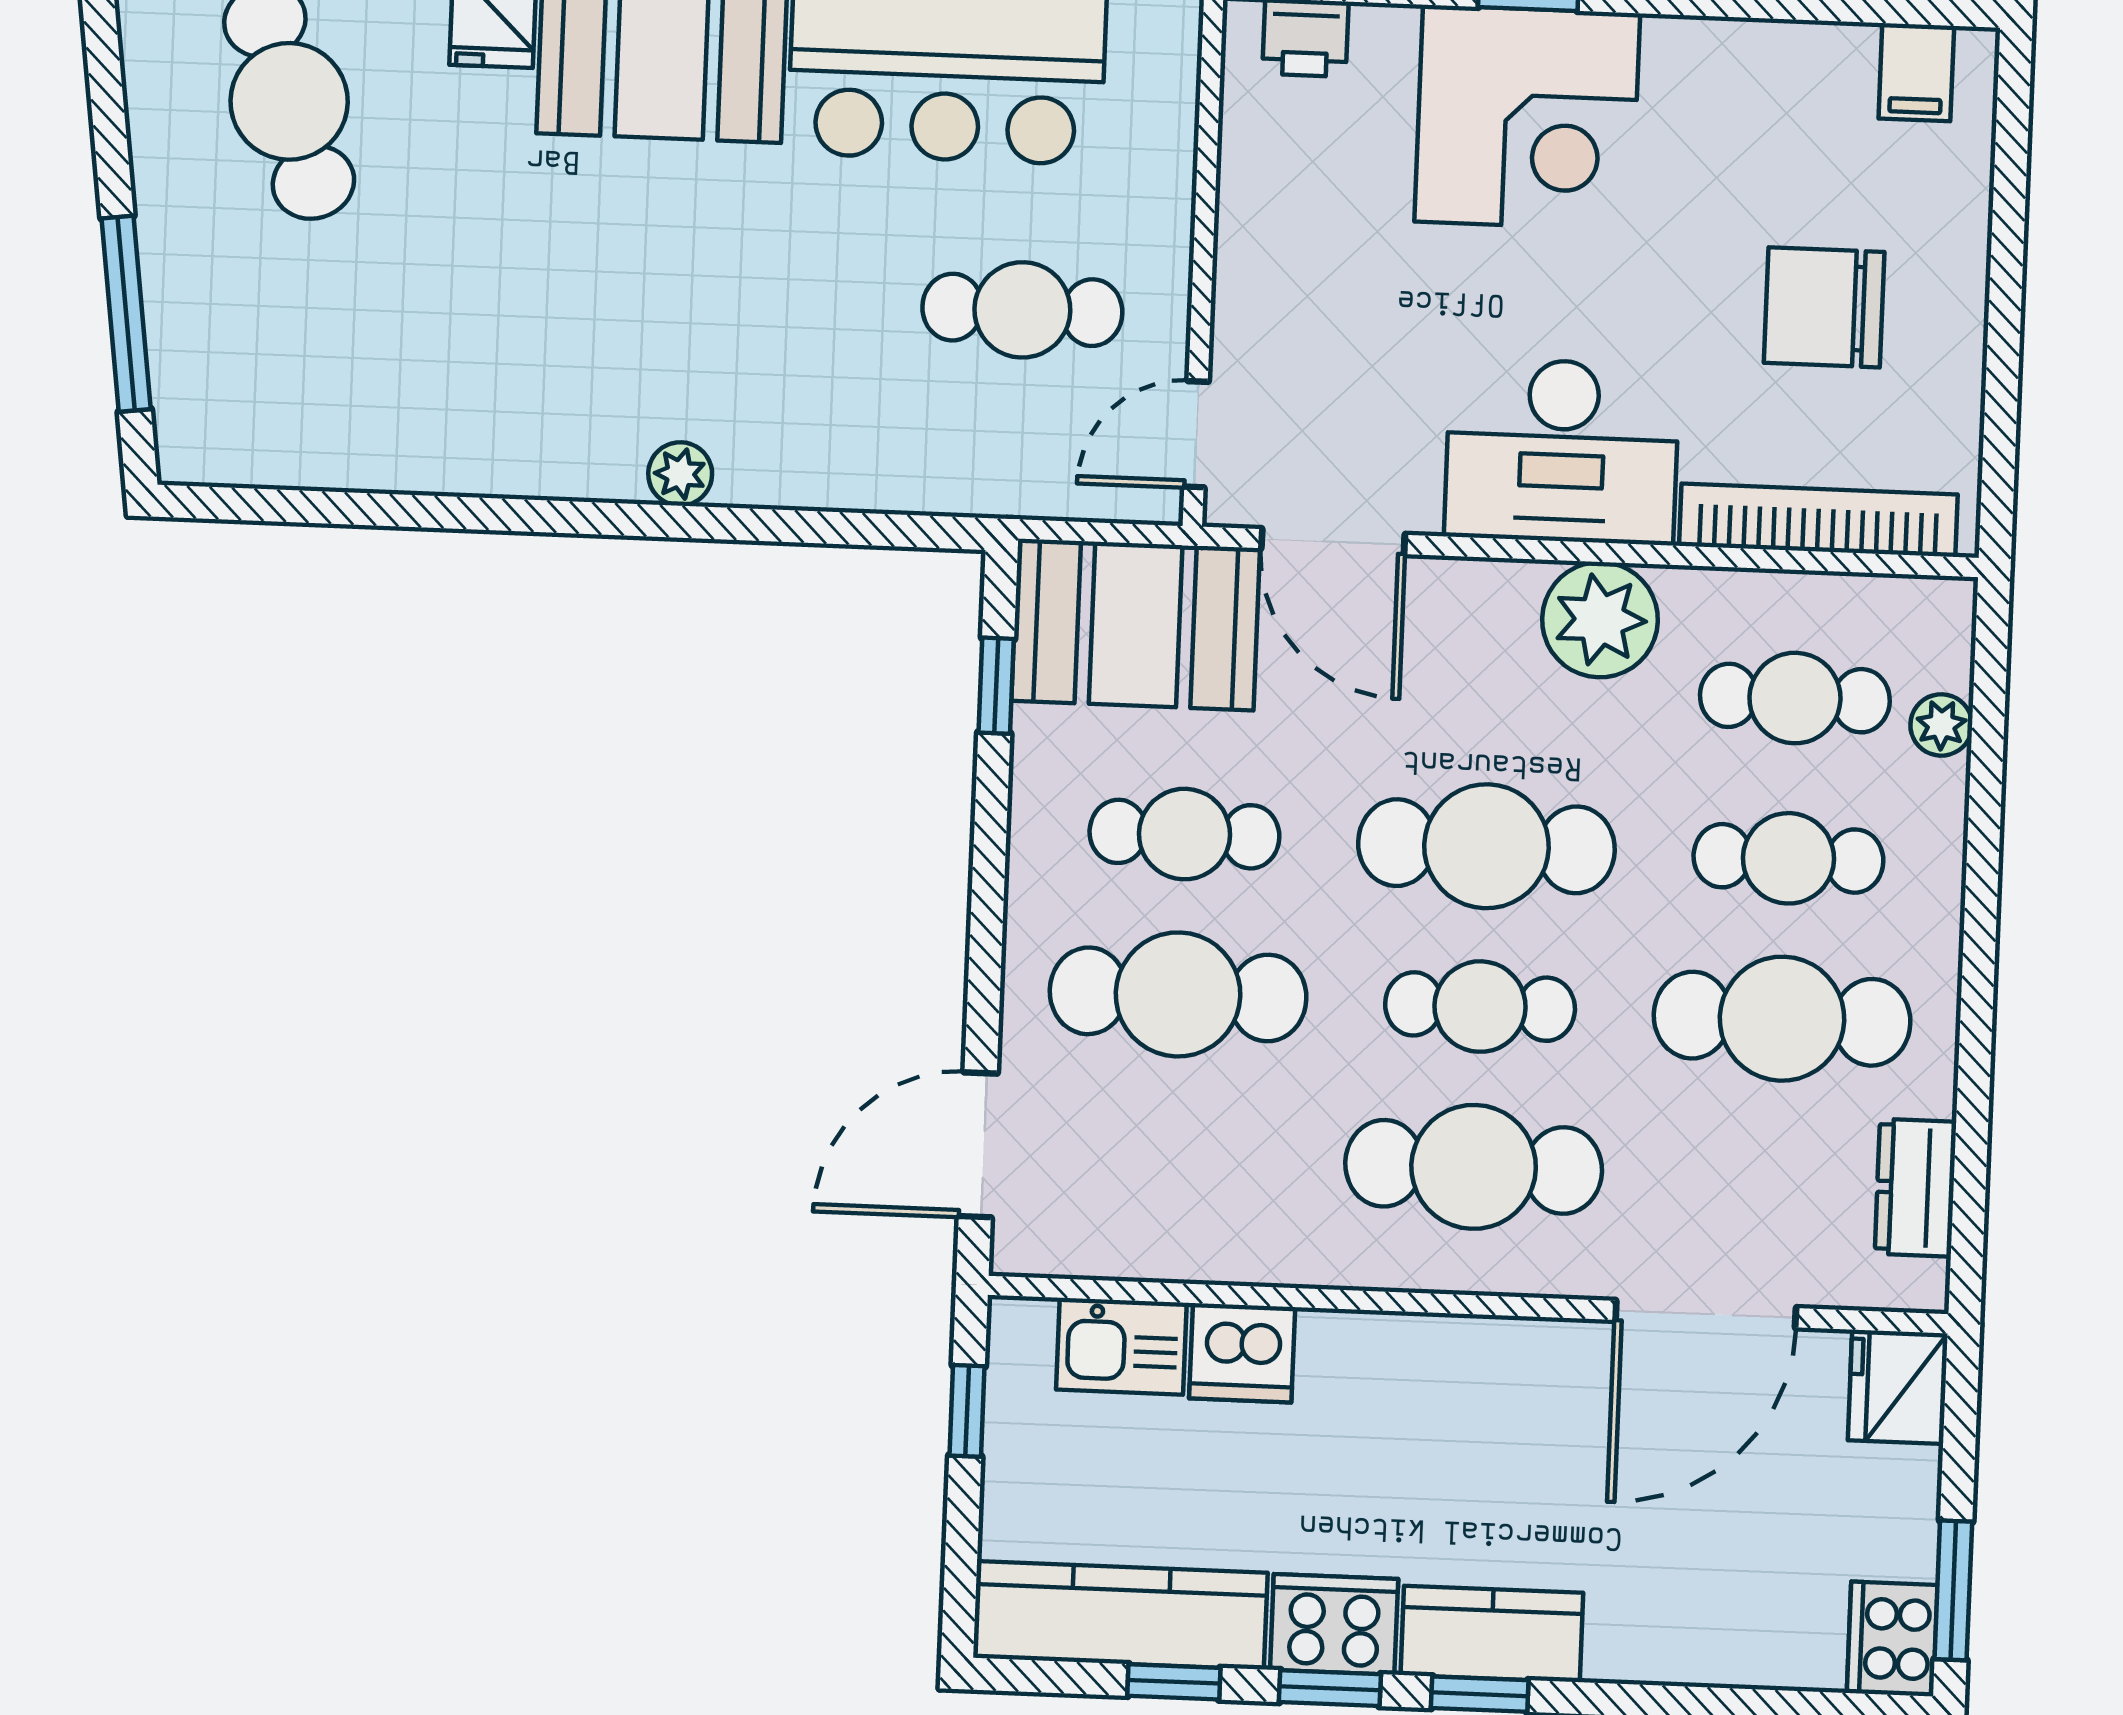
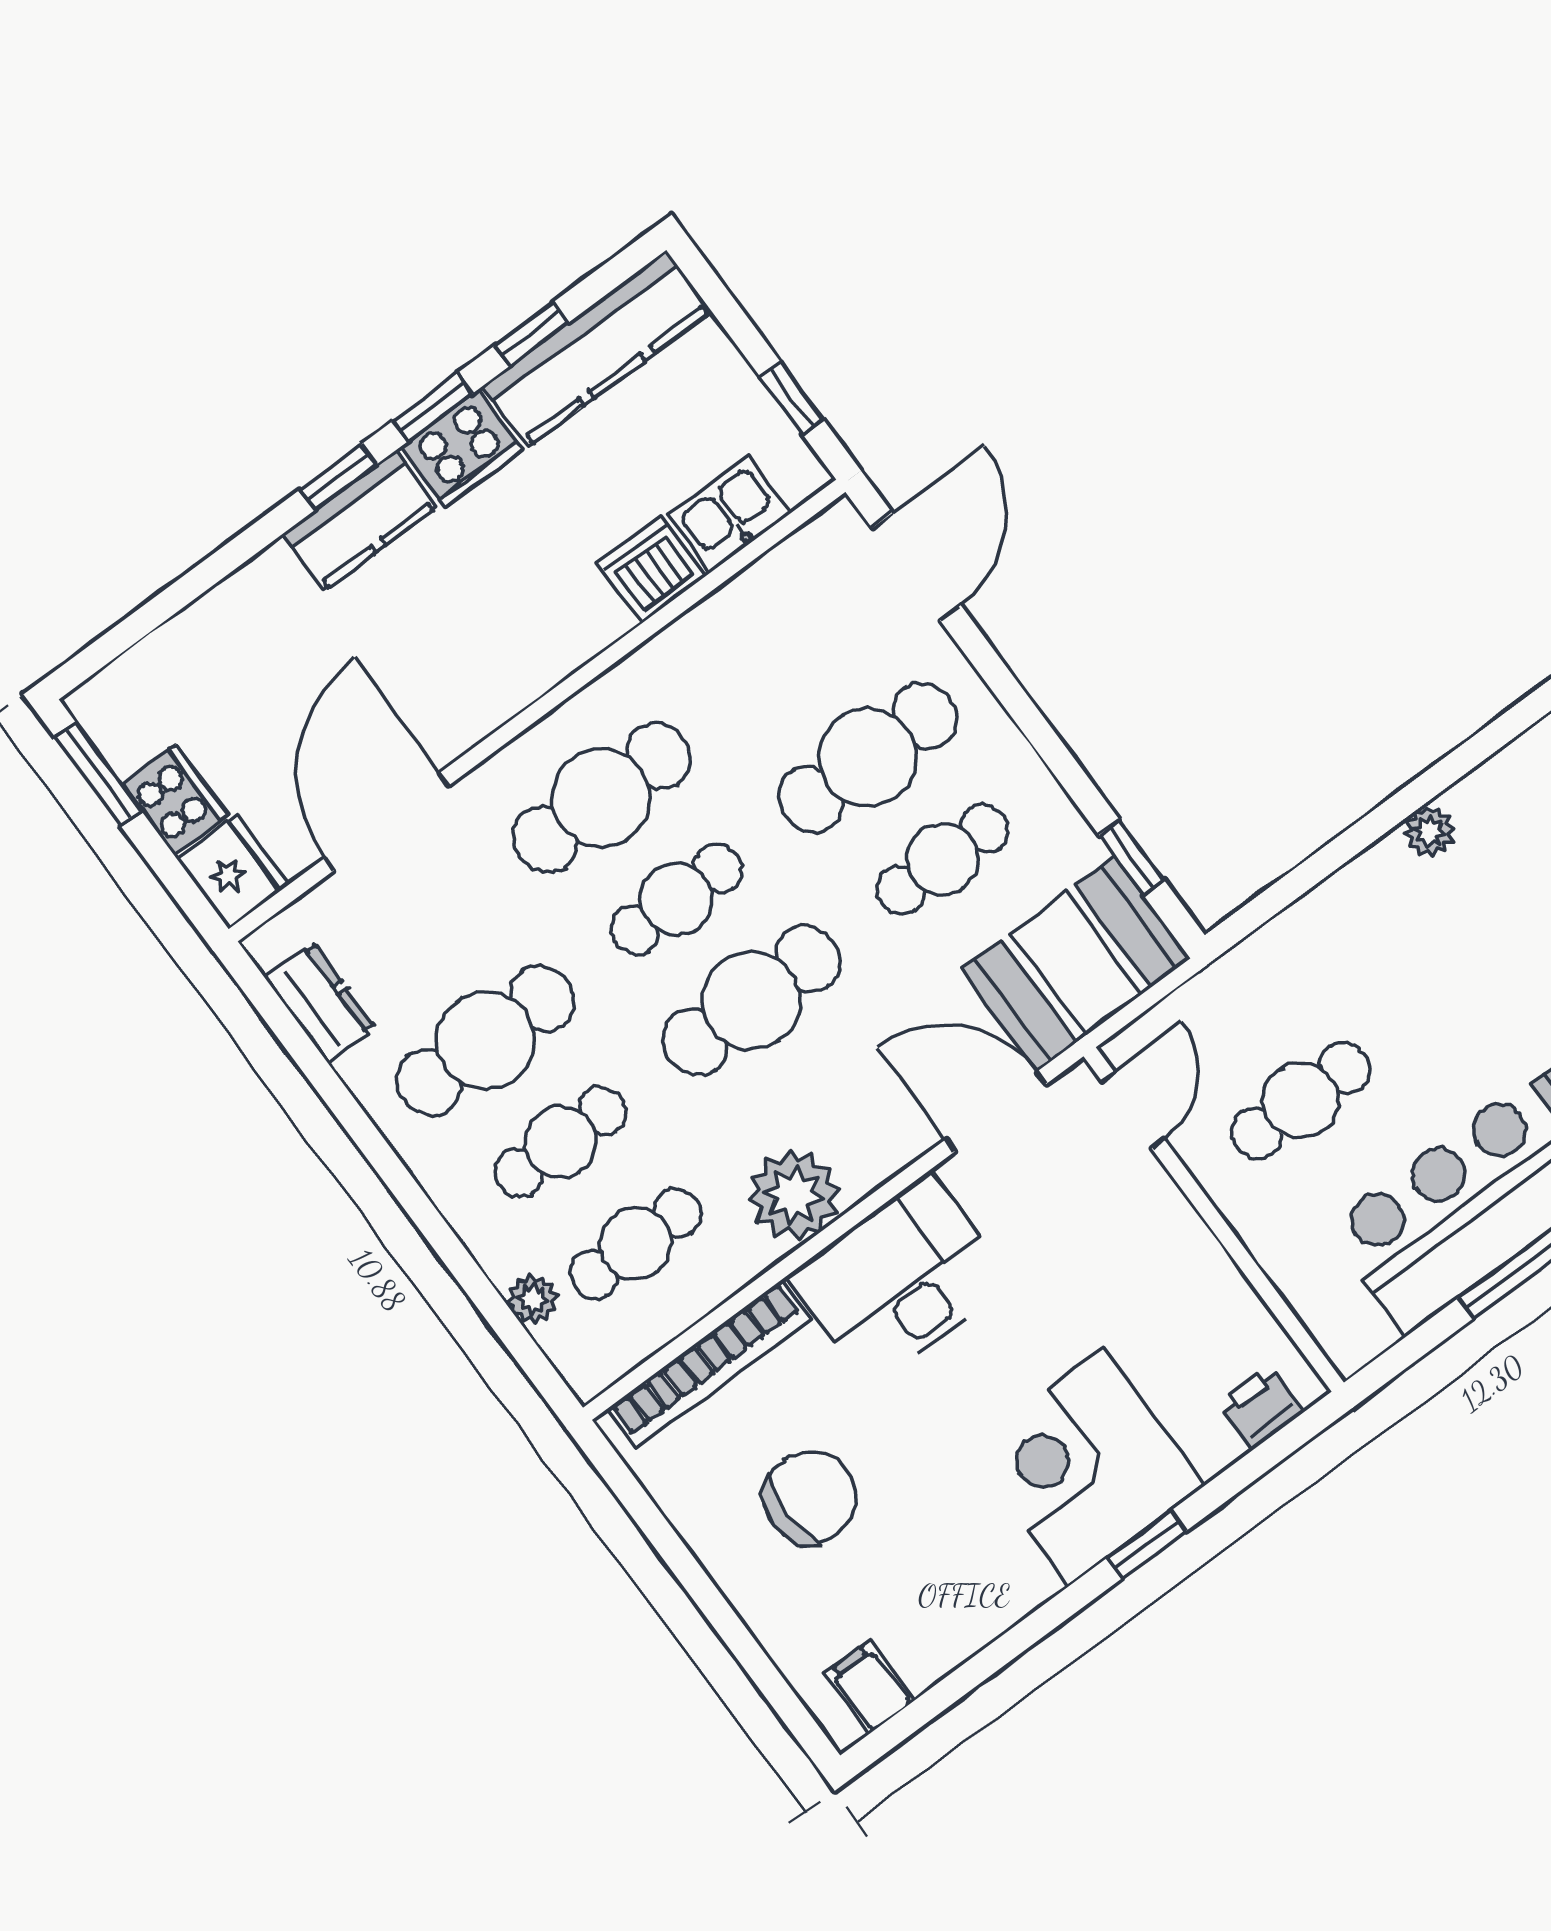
cooker: (1892, 1639) -> (175, 800), moved

